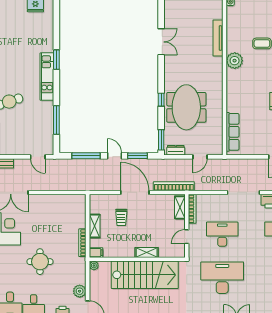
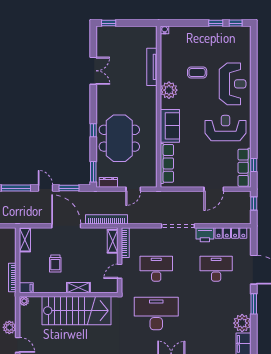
sofa: (236, 95) -> (170, 126), added
trolley: (121, 217) -> (55, 263), moved
shelving: (95, 226) -> (25, 240), moved

